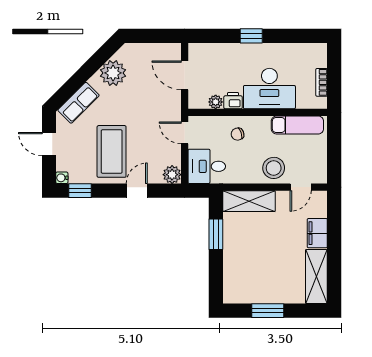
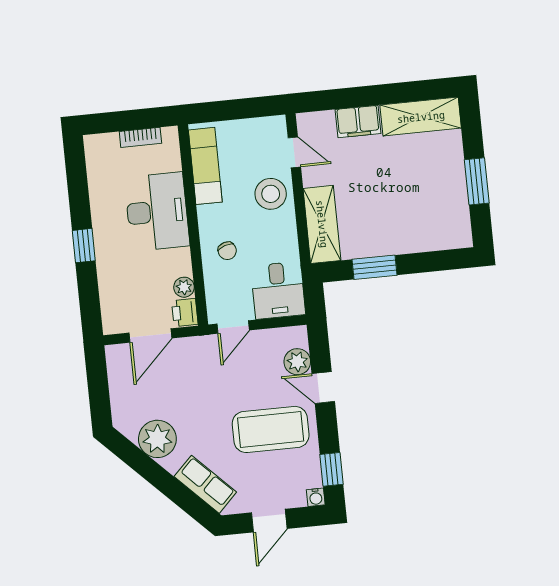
printer: (233, 101) -> (185, 313), moved
plant: (172, 175) -> (297, 362), moved

